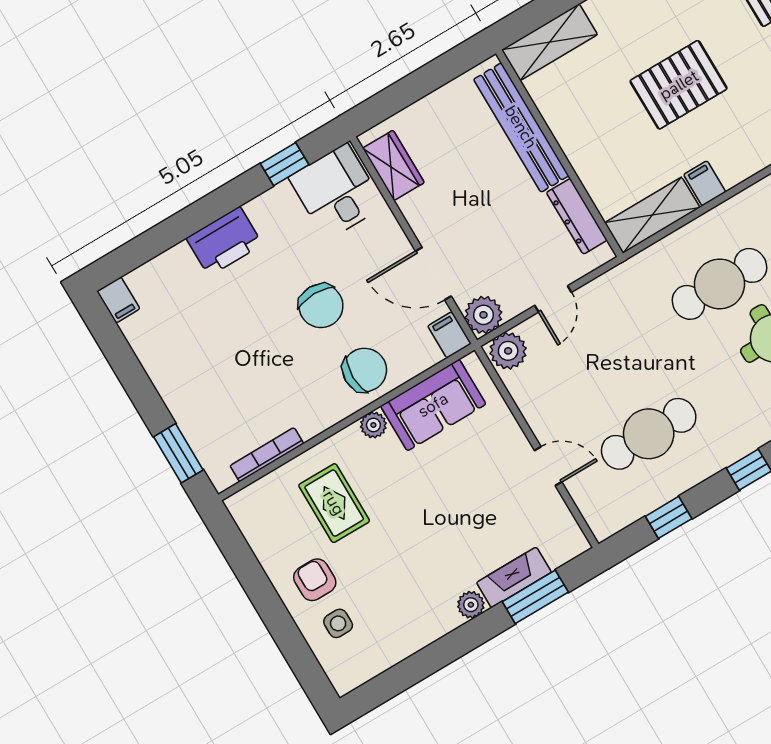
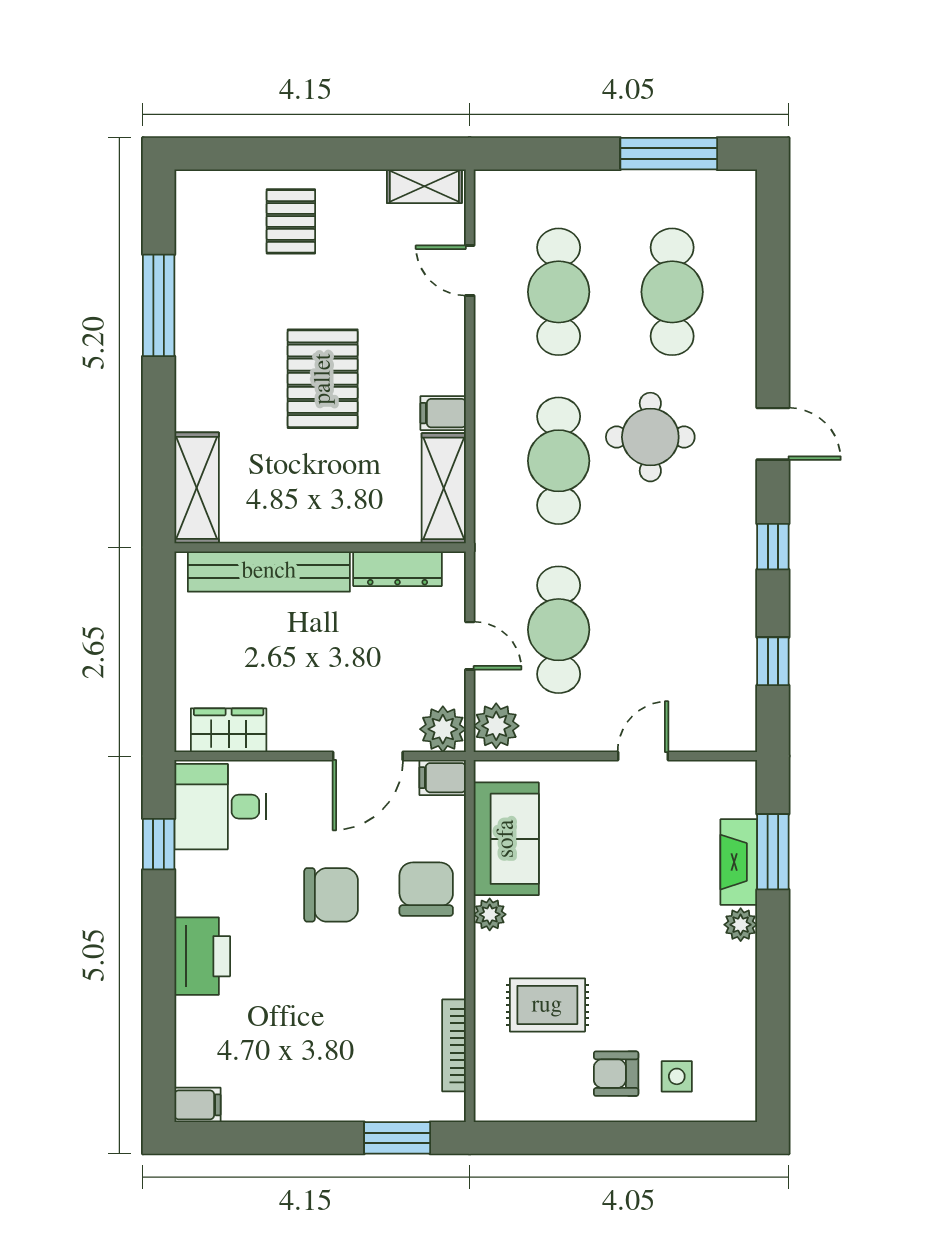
cafe table: (649, 434) -> (559, 630), moved

